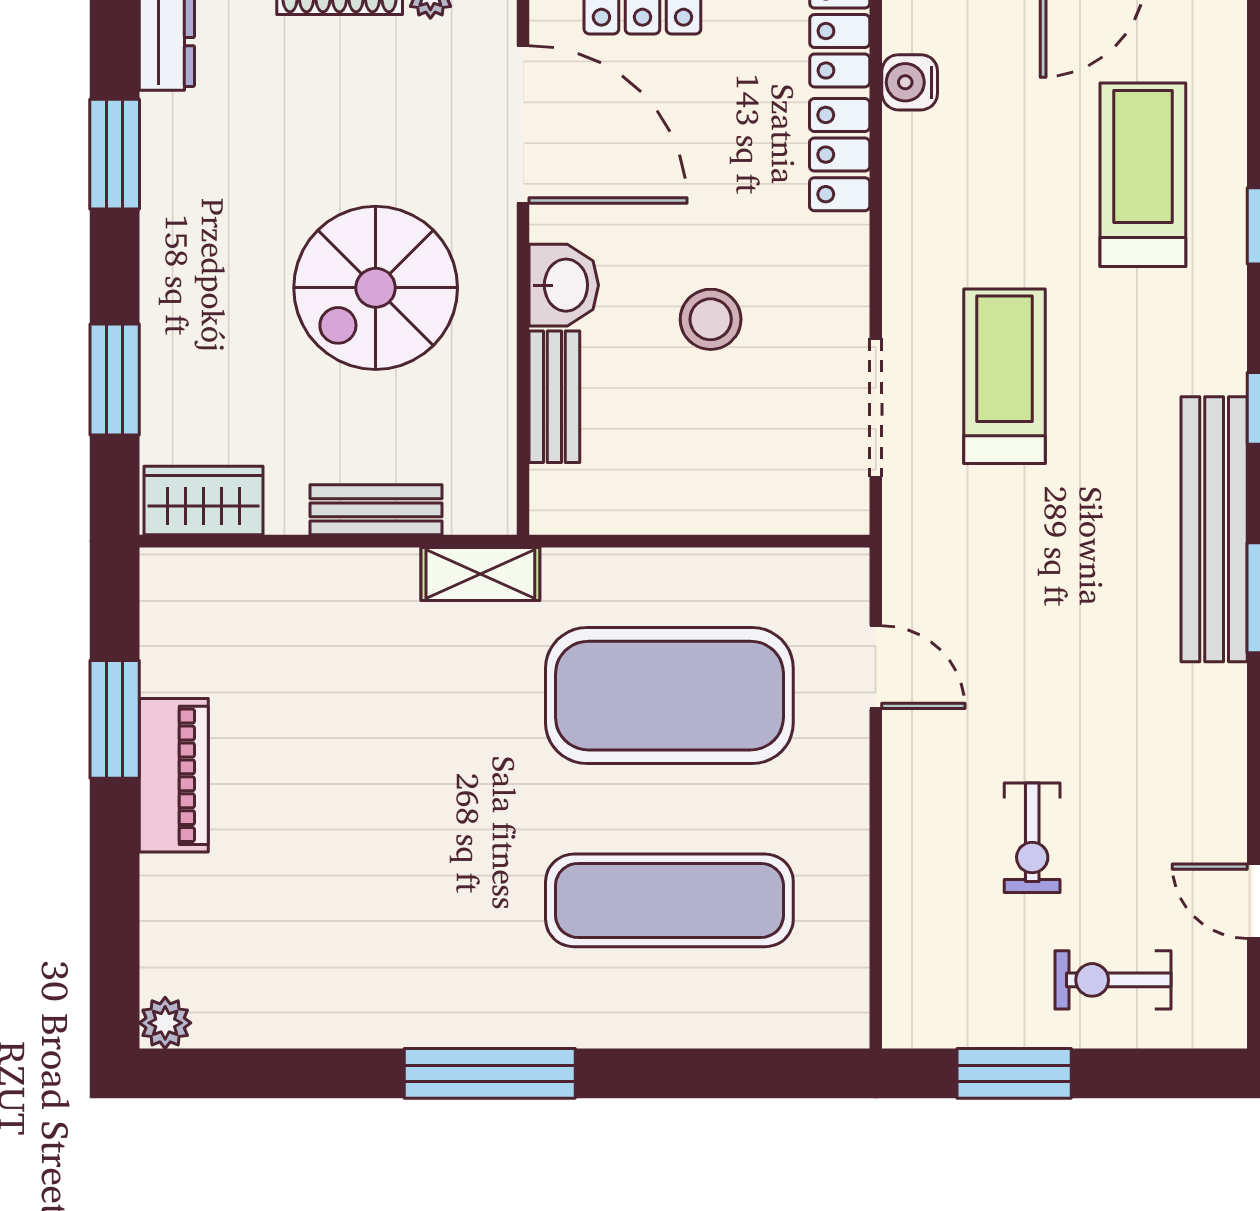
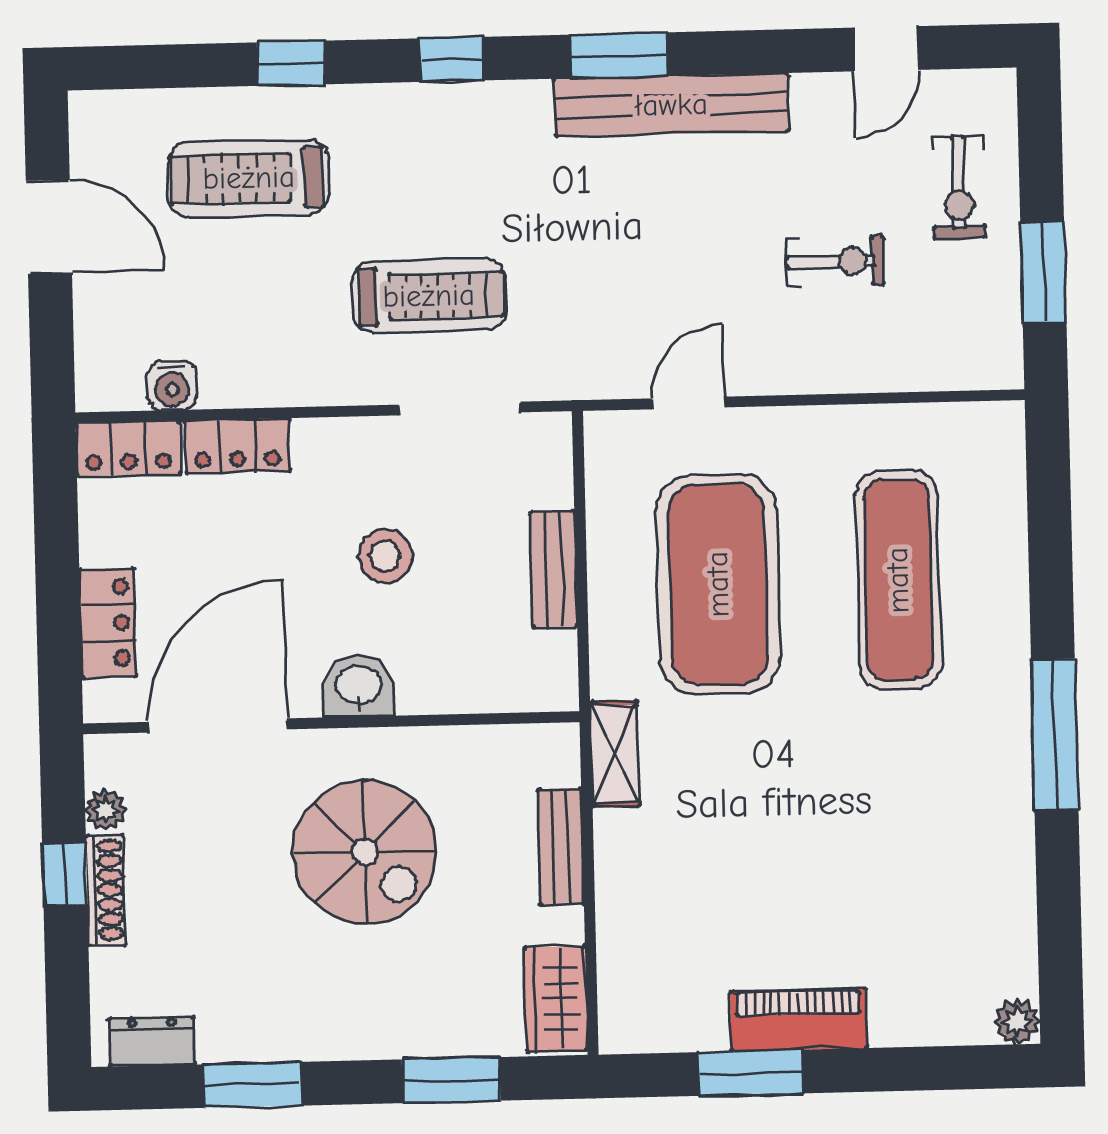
treadmill: (1004, 376) -> (429, 296), turned 180
bench: (554, 397) -> (554, 569), moved, turned 90
bench: (1214, 529) -> (671, 105), moved

